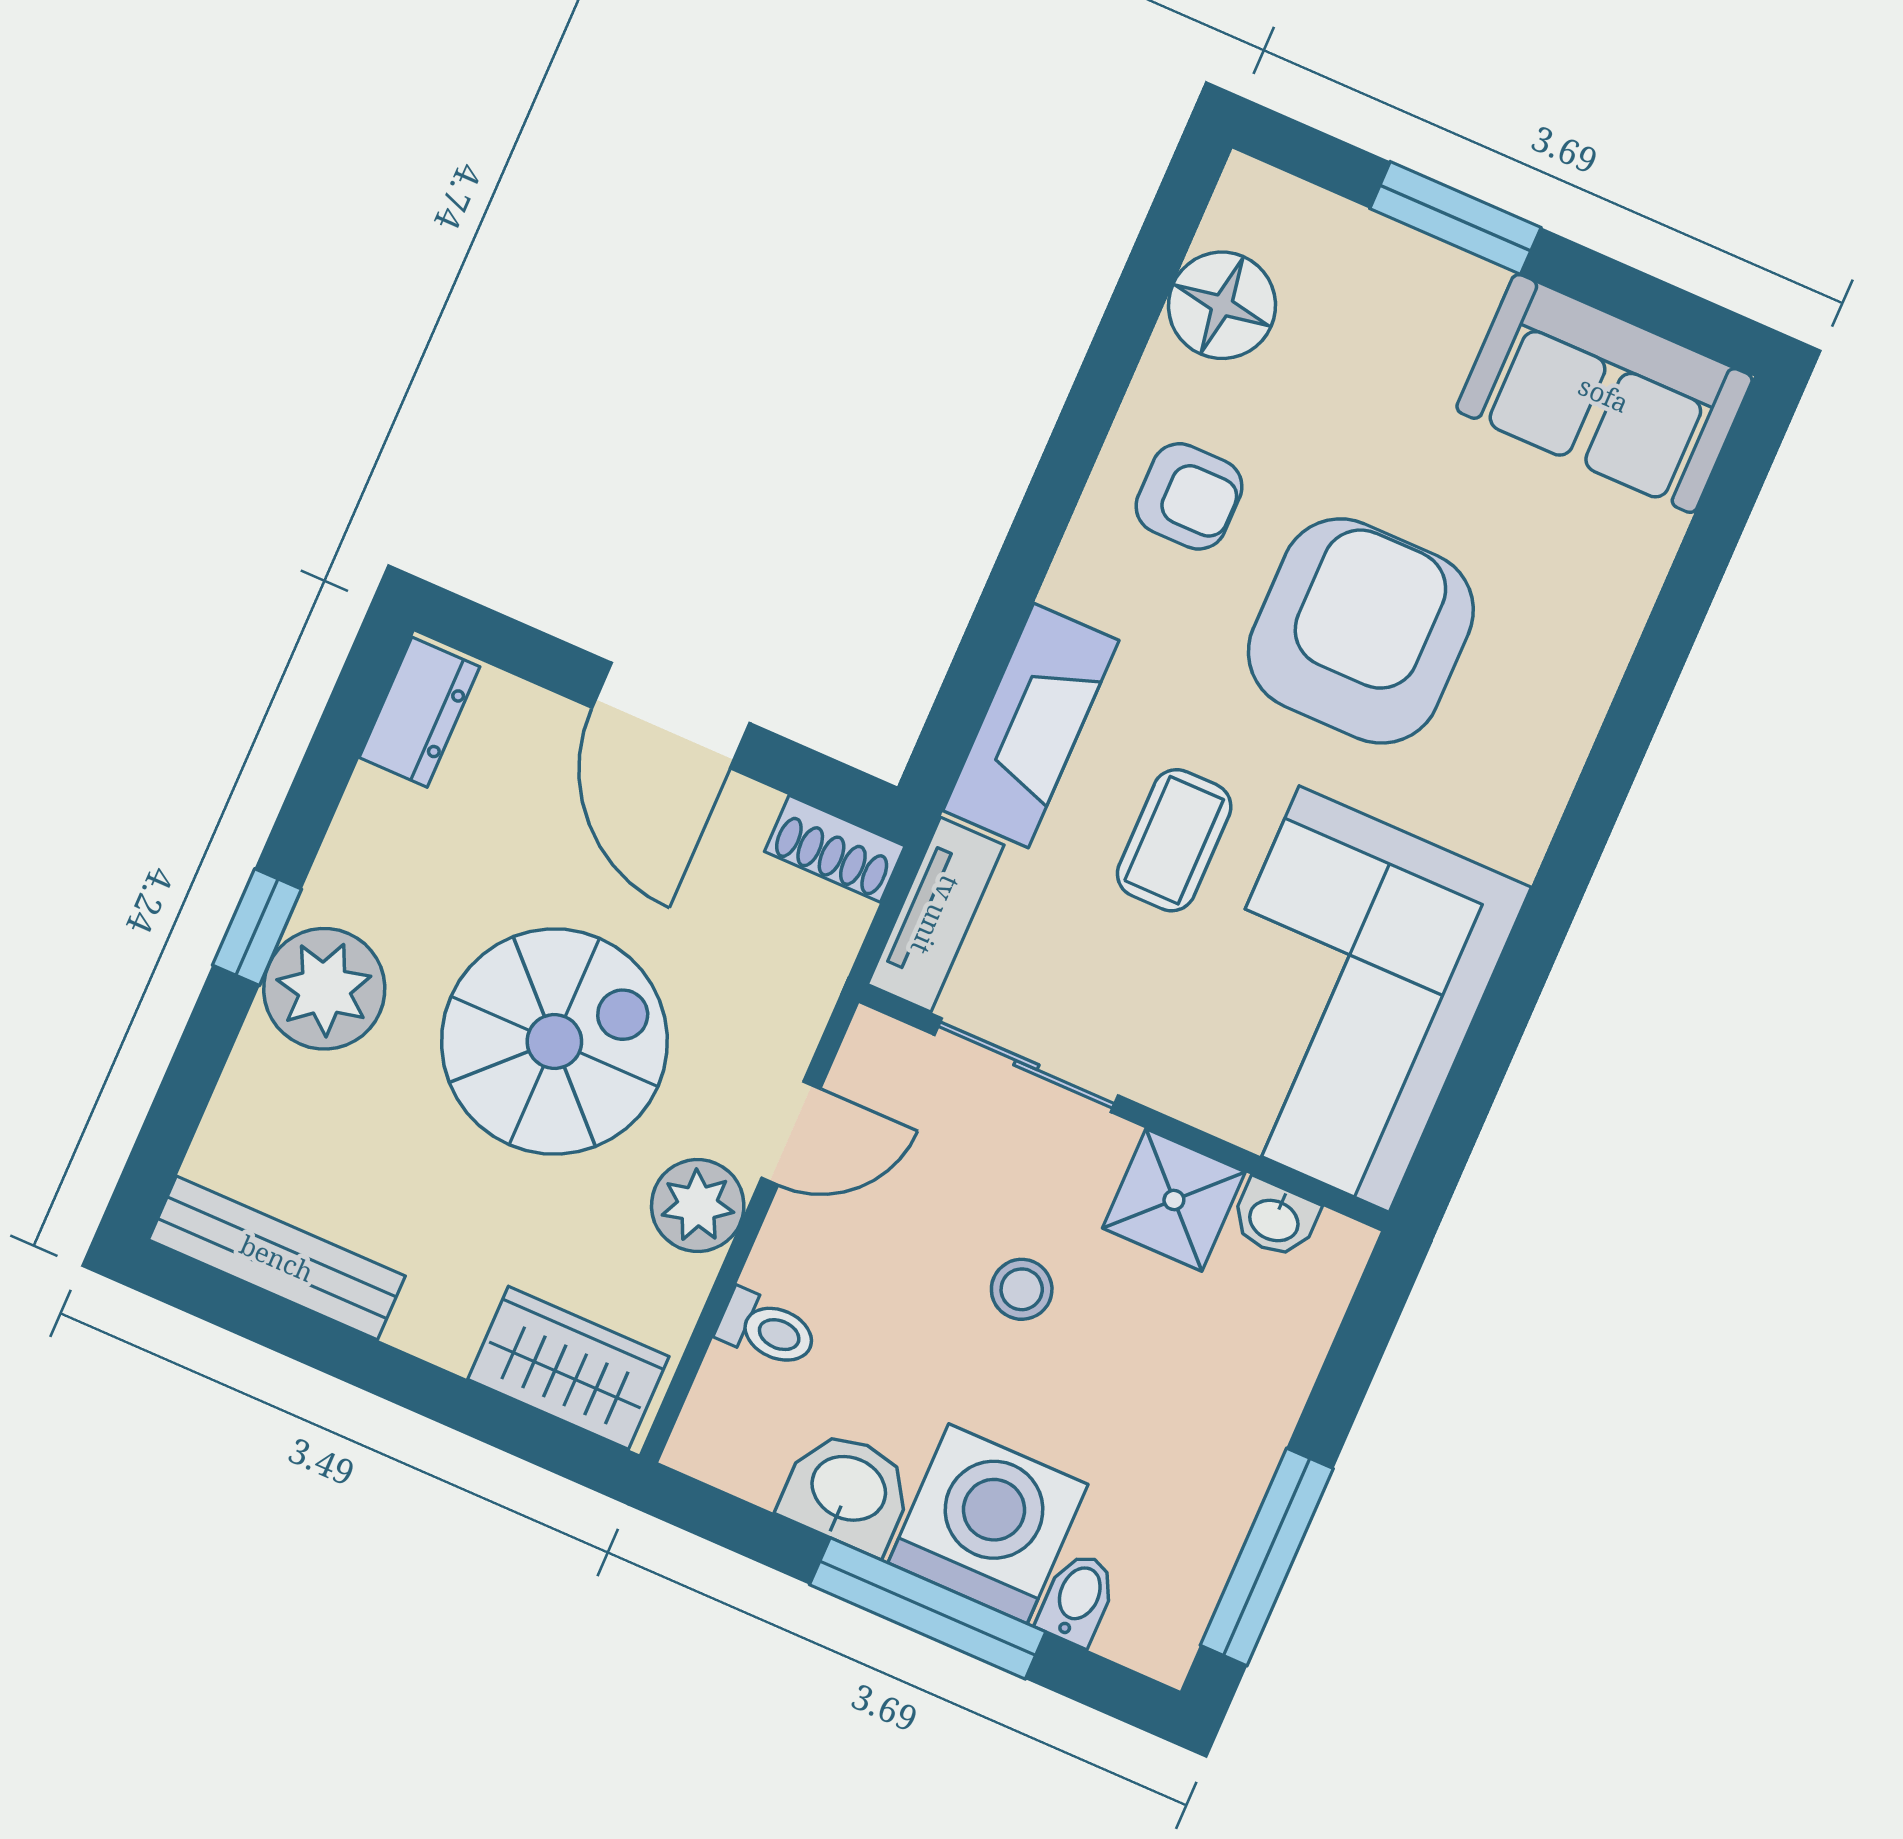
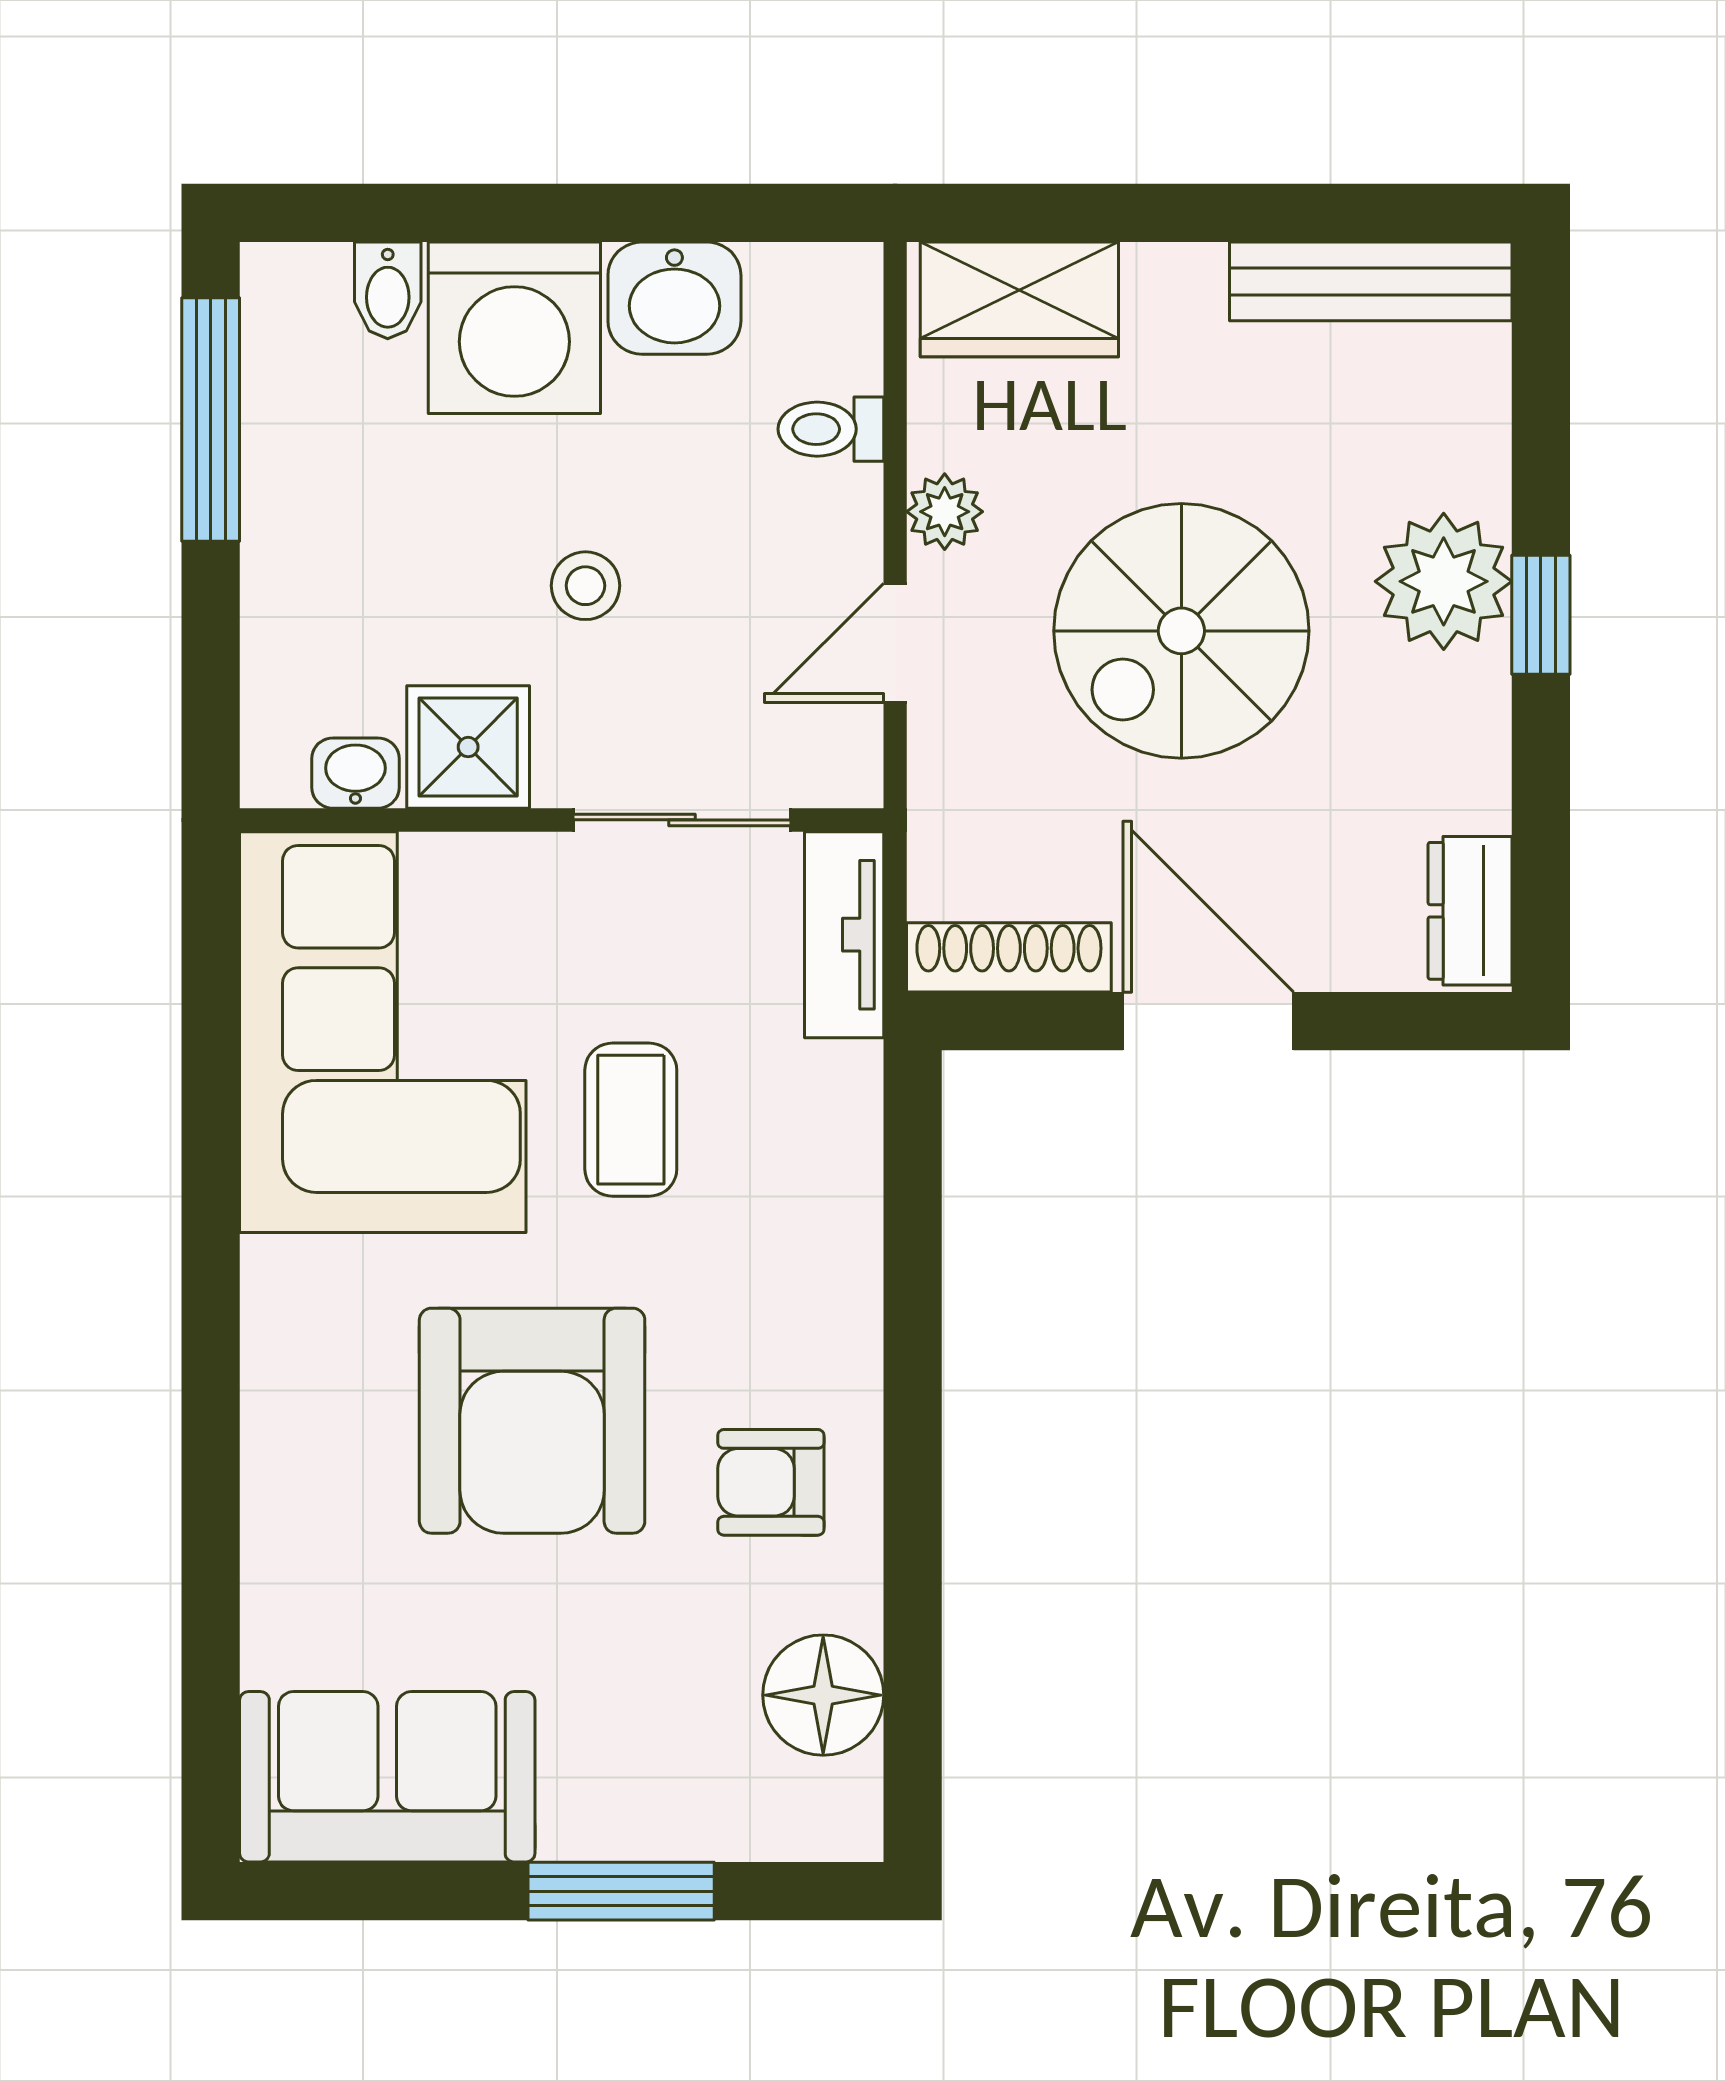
fireplace: (1031, 725) -> (831, 1174), removed
shoe rack: (835, 849) -> (1009, 957), width x1.43
plant: (698, 1206) -> (945, 512), width x0.73, depth x0.73
window: (928, 1608) -> (538, 213), removed

